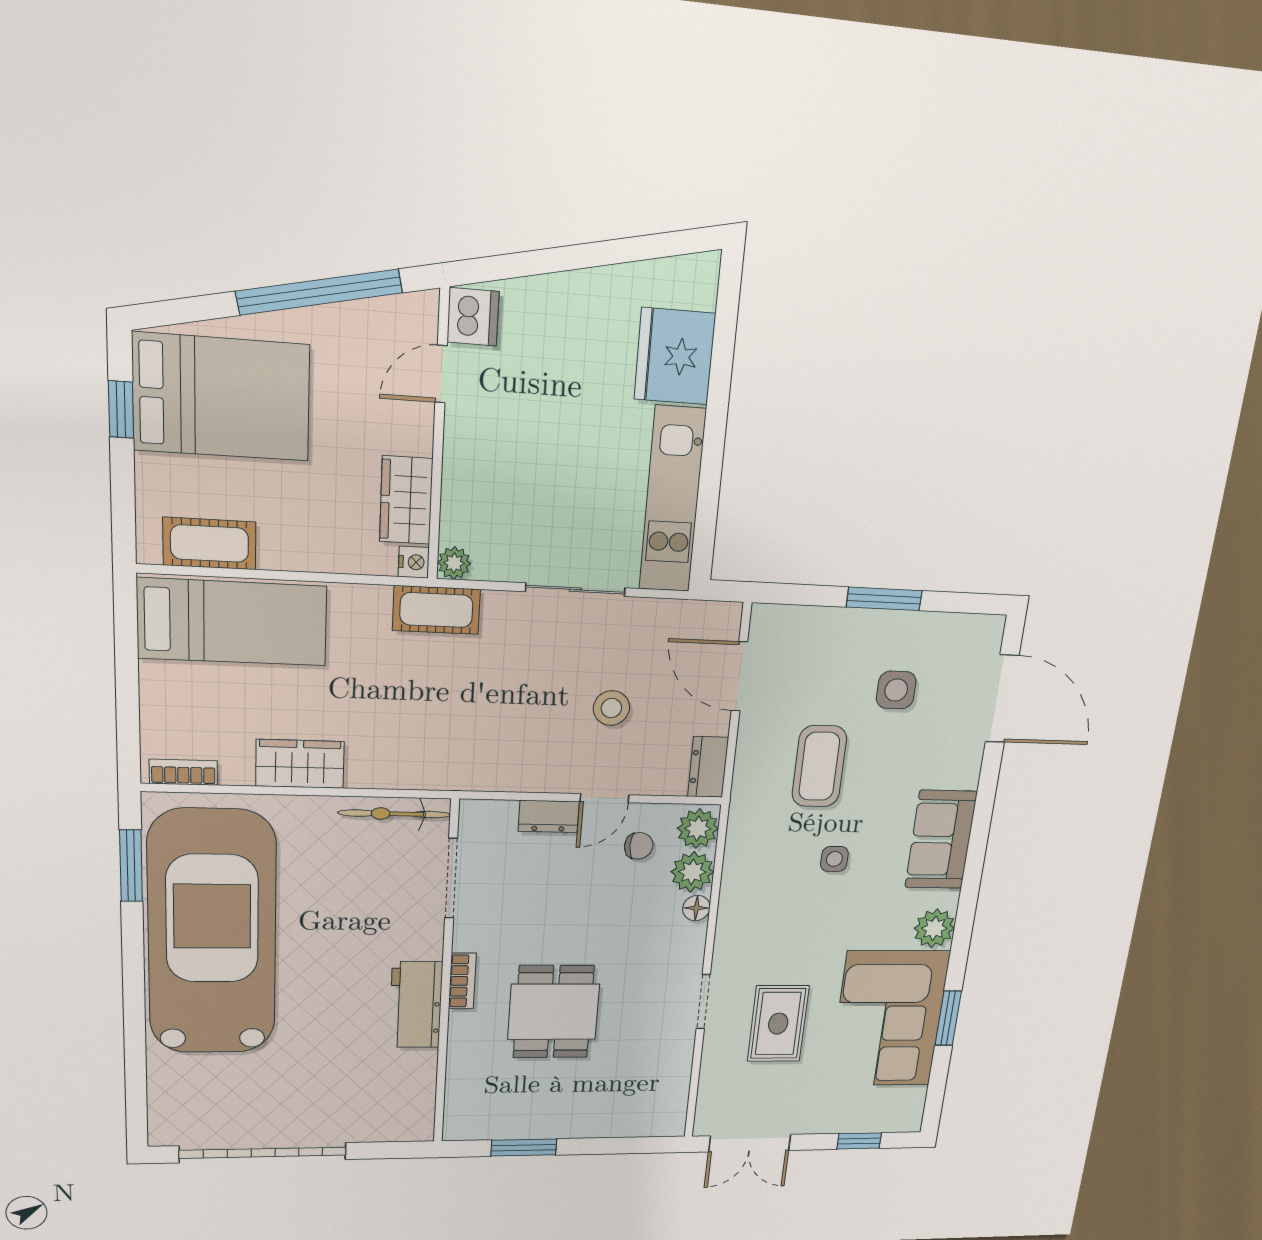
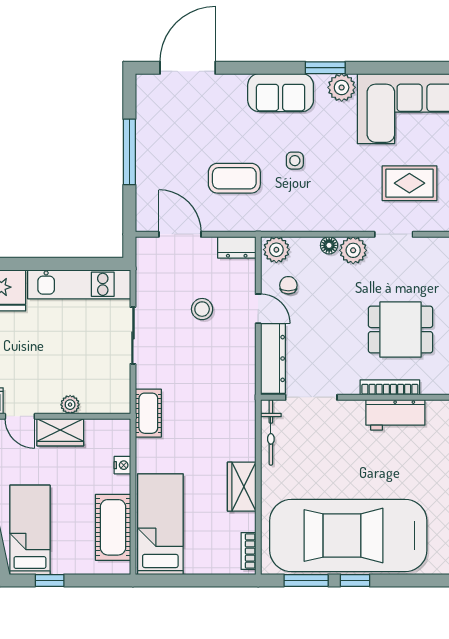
bed: (221, 397) -> (30, 530), width x0.67
wardrobe: (406, 500) -> (60, 432), moved
cot: (210, 544) -> (113, 527), width x1.37, depth x1.34
nightstand: (414, 562) -> (122, 465), moved, turned 90
plant: (454, 563) -> (70, 405), moved
window: (884, 599) -> (129, 152), width x1.44
door: (739, 676) -> (180, 234), swing flipped
side table: (896, 690) -> (185, 136), removed
dresser: (549, 816) -> (273, 358), width x1.96, depth x1.24
plant: (692, 872) -> (353, 250), moved
window: (133, 943) -> (355, 580), added
bookcase: (462, 981) -> (390, 387), width x1.56
window: (948, 1018) -> (325, 68), moved

